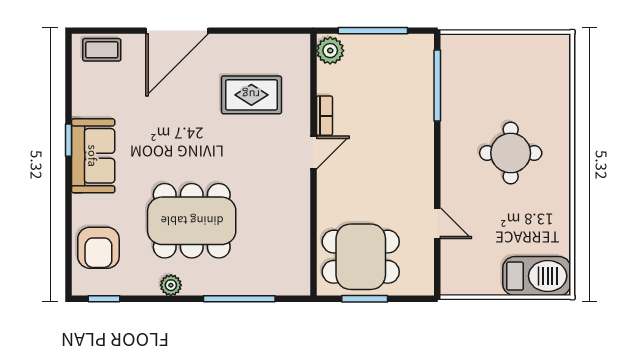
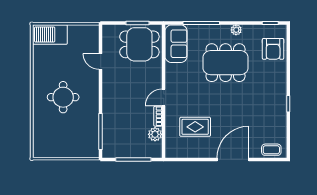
plant: (330, 51) -> (155, 134), moved
sofa: (93, 156) -> (176, 44), moved, turned 180
armchair: (98, 248) -> (273, 49), turned 180

